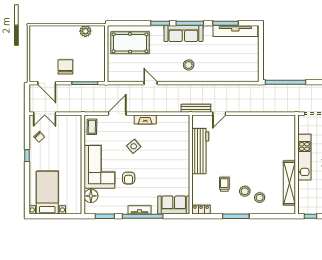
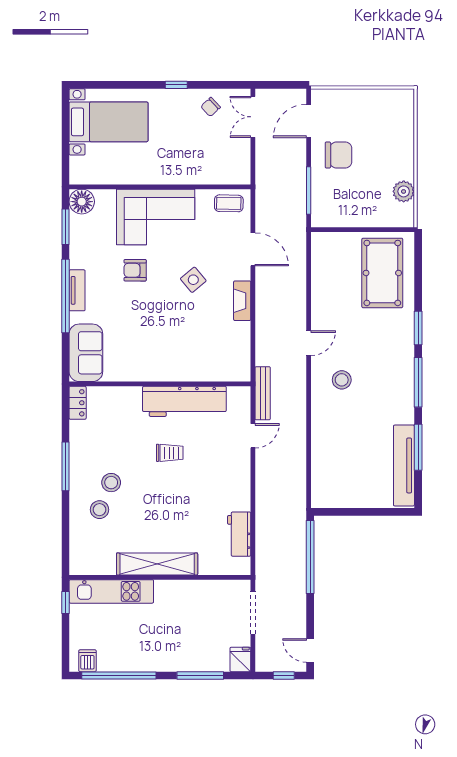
sofa: (183, 33) -> (399, 371), removed
door: (151, 83) -> (309, 343), moved
door: (219, 114) -> (253, 436), swing flipped
workbench: (273, 121) -> (239, 534), added
kitchen unit: (304, 157) -> (111, 591), moved
shelving: (289, 183) -> (157, 564), moved
trolley: (224, 184) -> (170, 453), moved
floor lamp: (91, 196) -> (82, 202), moved

